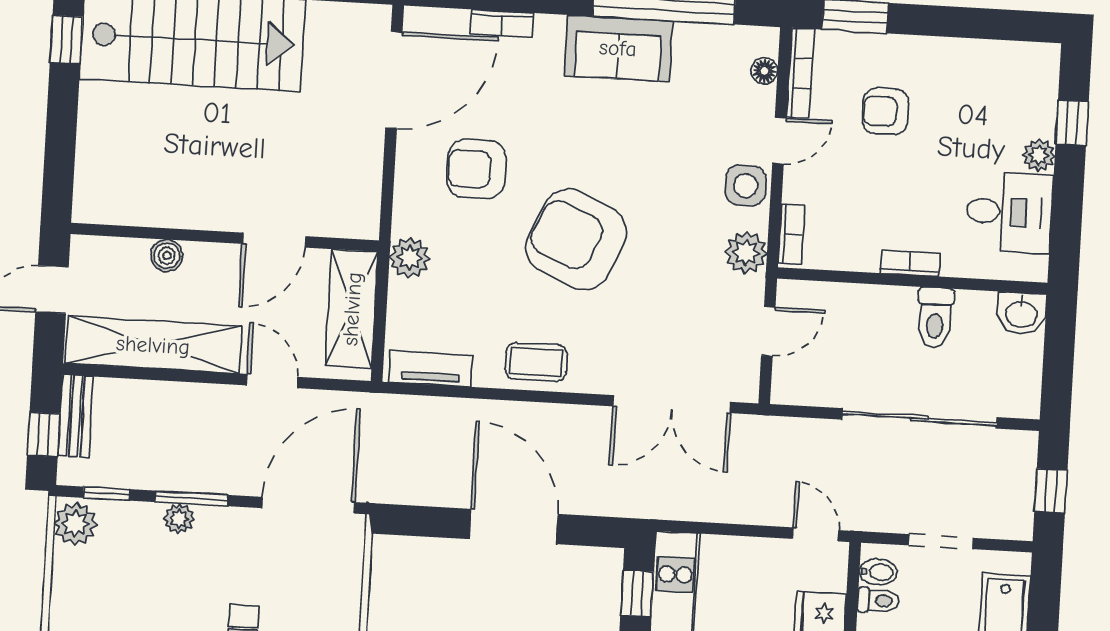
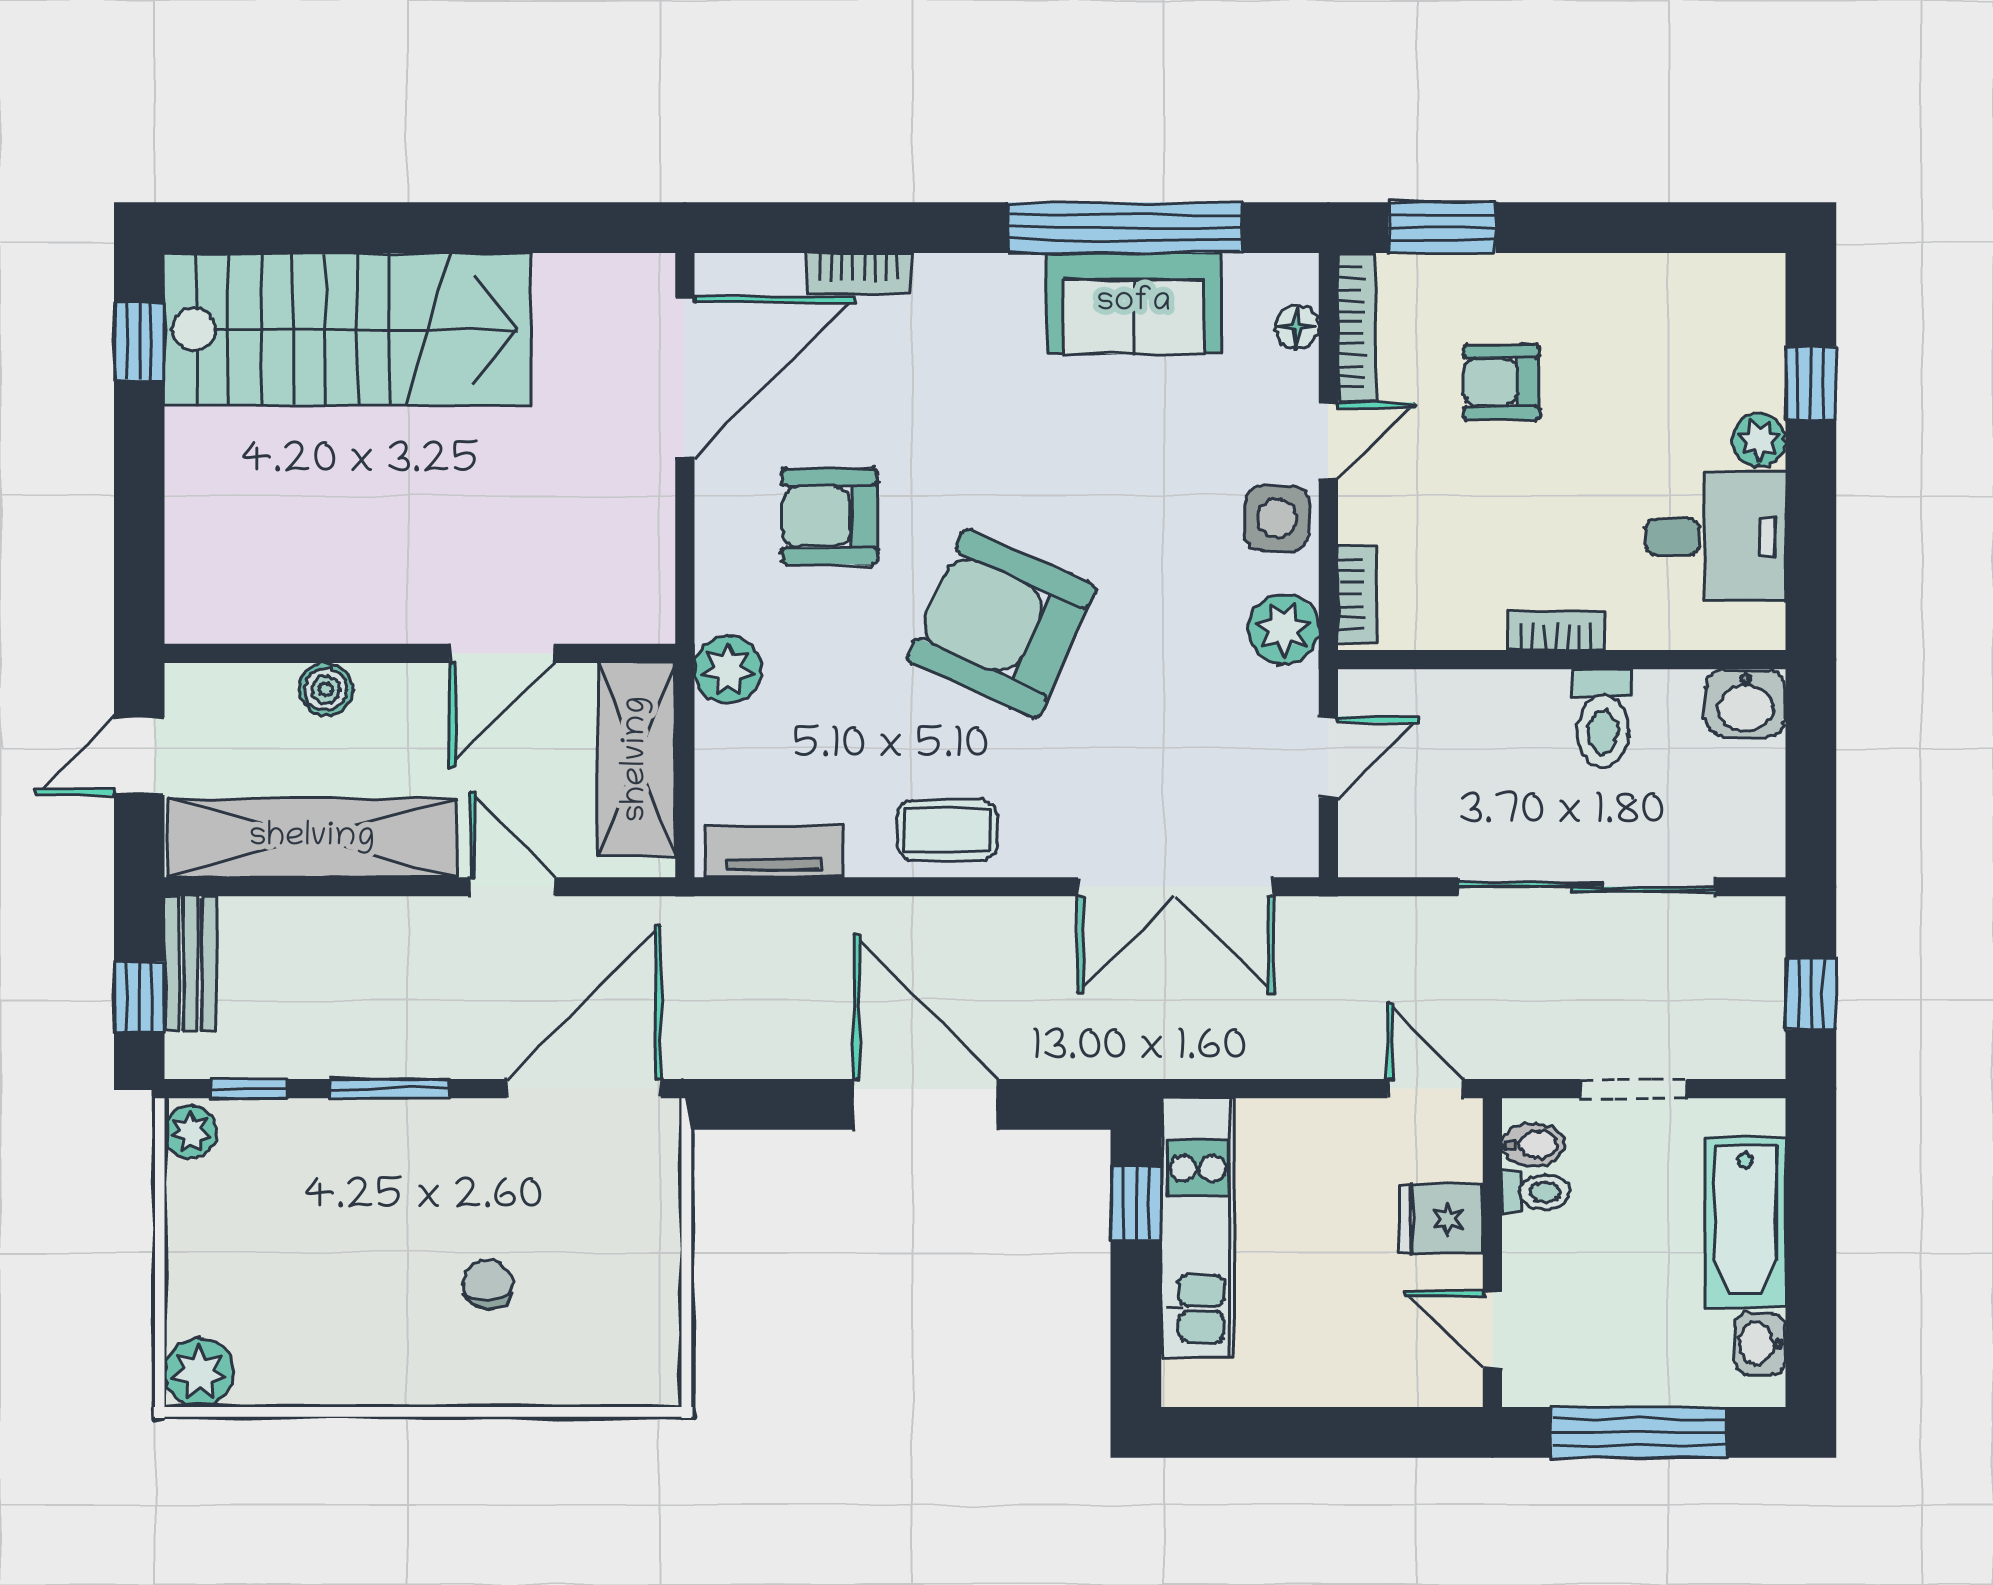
sofa: (618, 48) -> (1134, 303), moved
plant: (179, 519) -> (371, 1123), removed
plant: (76, 524) -> (191, 1132), width x0.73, depth x0.73

